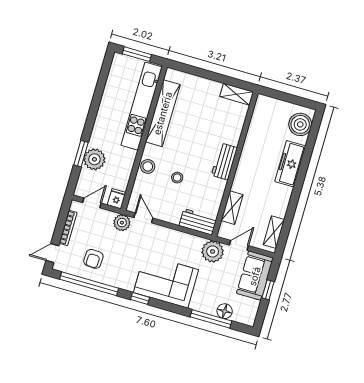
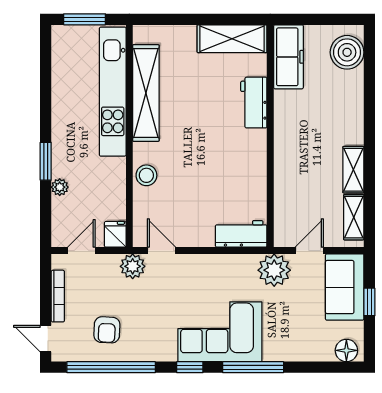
shelving: (237, 94) -> (232, 39), width x1.50, depth x1.33
window: (81, 154) -> (46, 161), moved
plant: (94, 159) -> (60, 187), width x0.53, depth x0.53
workbench: (224, 161) -> (254, 103), moved
freezer: (290, 164) -> (288, 57), moved, turned 180
stool: (177, 178) -> (193, 179), removed
shelving: (232, 208) -> (353, 170), moved
door: (52, 253) -> (46, 339), hinge flipped
floor lamp: (225, 311) -> (346, 350), moved
window: (211, 319) -> (253, 367), moved

